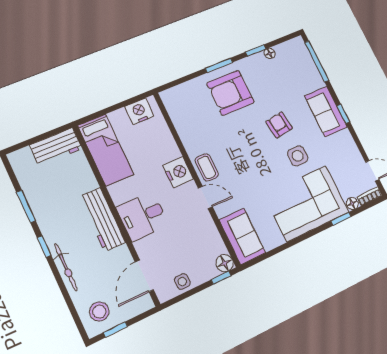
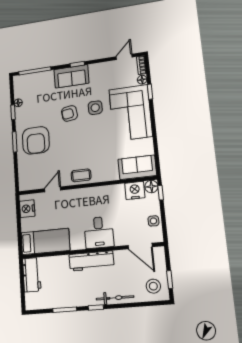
nightstand: (178, 172) -> (135, 190), moved
door: (205, 197) -> (53, 189), moved

